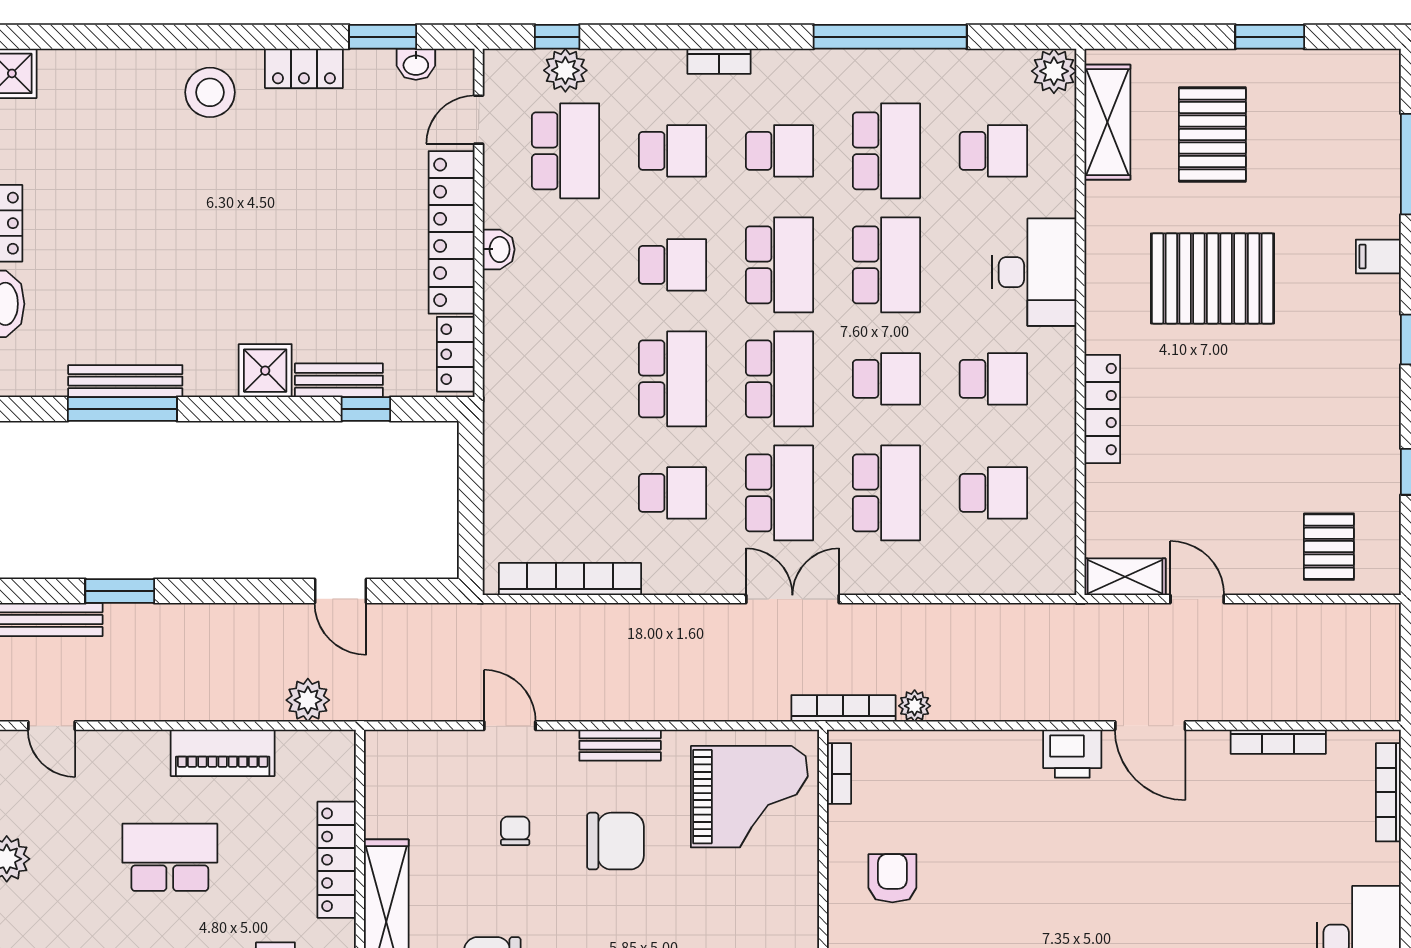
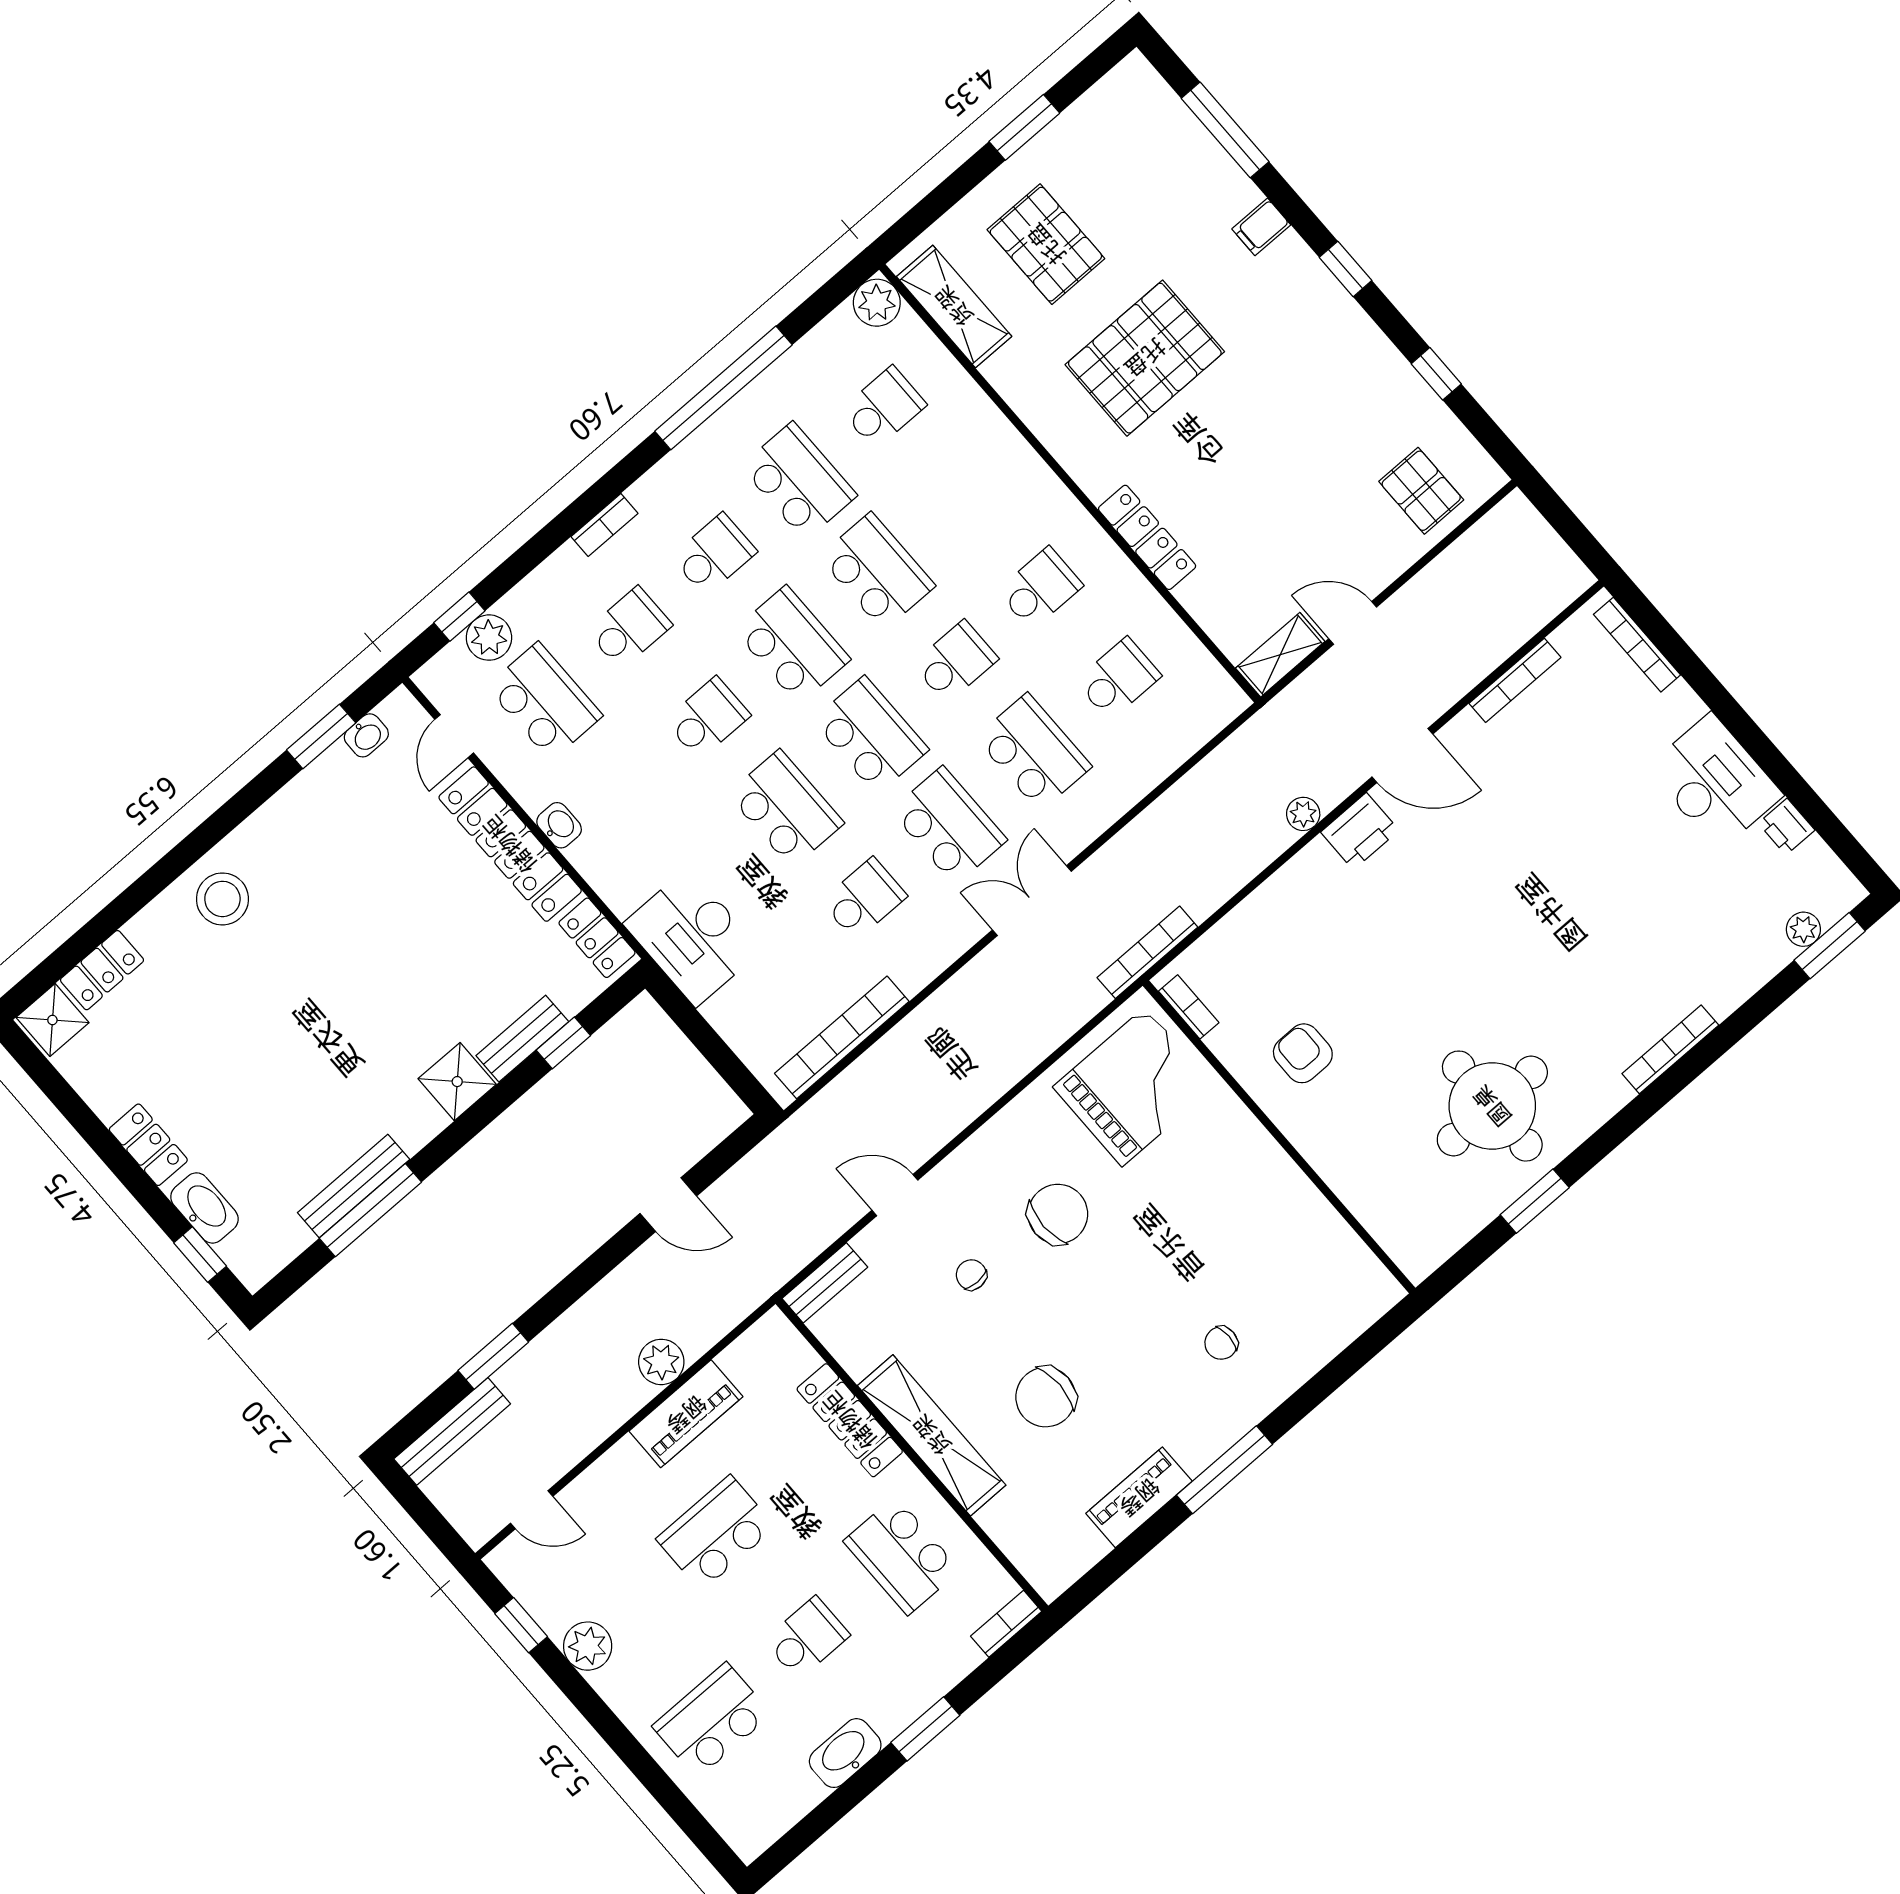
locker: (304, 68) -> (102, 970), moved
desk: (1034, 272) -> (692, 937), moved, turned 180
plant: (308, 700) -> (661, 1362), moved
plant: (915, 706) -> (1303, 814), moved
bench: (620, 745) -> (825, 1283), moved

